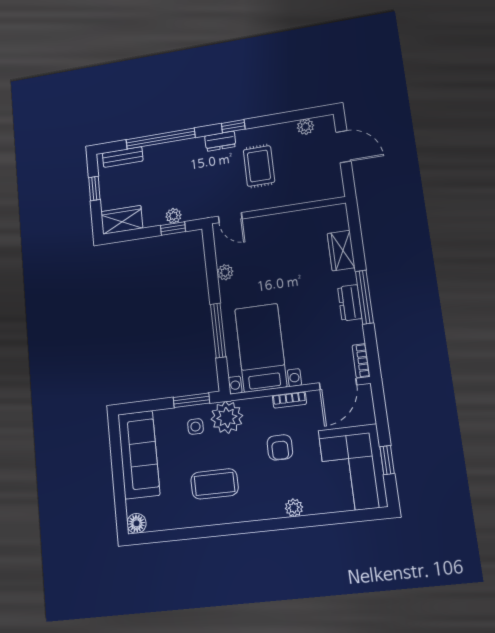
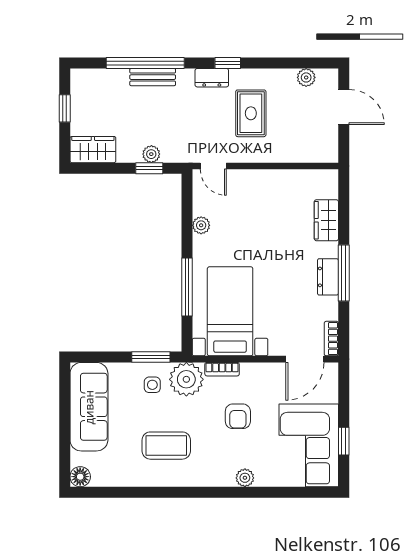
bench: (123, 157) -> (153, 77), moved
bookcase: (289, 400) -> (222, 369), moved

